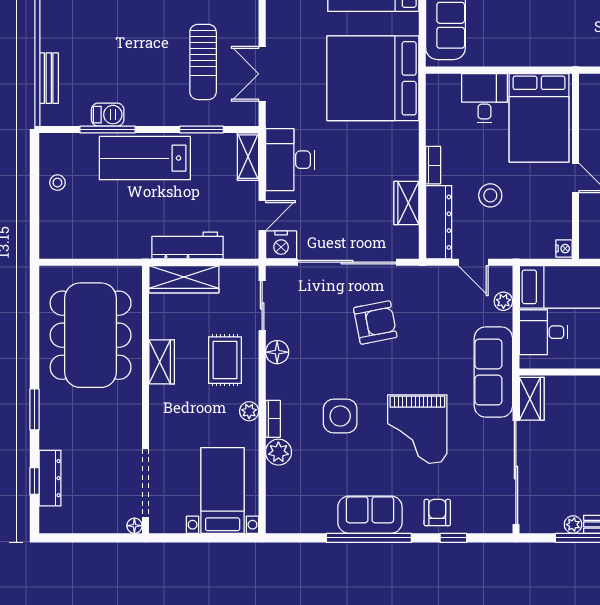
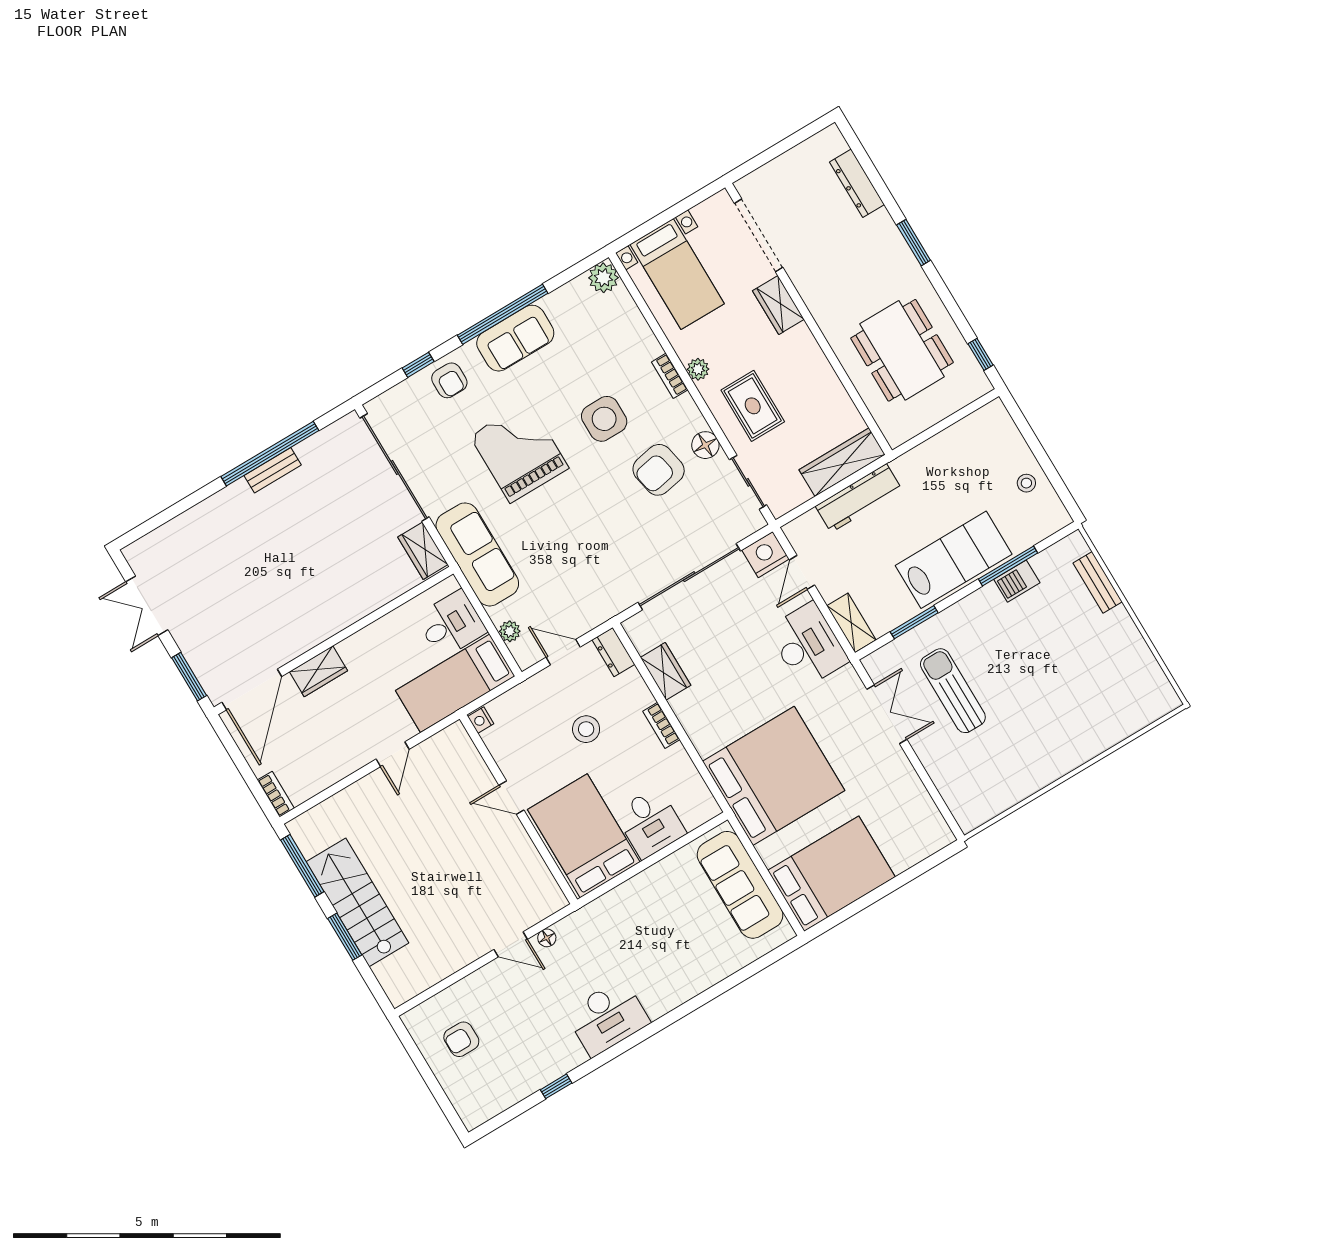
dresser: (439, 222) -> (613, 652), width x0.51, depth x0.80
armchair: (375, 322) -> (659, 470), moved
dining table: (91, 335) -> (902, 350), width x0.73, depth x0.80
wardrobe: (162, 362) -> (778, 305), moved
plant: (278, 452) -> (603, 278), moved
window: (35, 481) -> (980, 354), moved
plant: (573, 525) -> (307, 450), removed
floor lamp: (134, 526) -> (744, 186), removed

